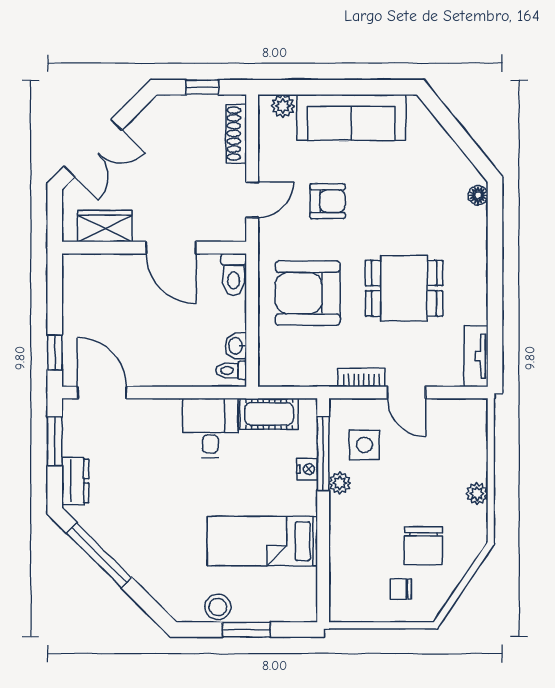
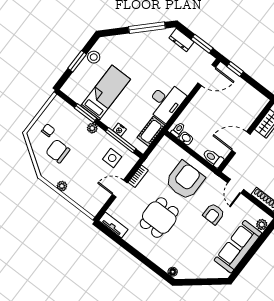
desk: (210, 428) -> (166, 102), width x1.37
plant: (340, 483) -> (92, 128), moved
window: (323, 548) -> (85, 113), added

